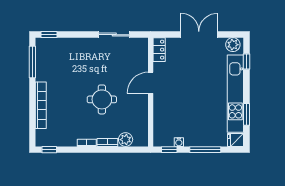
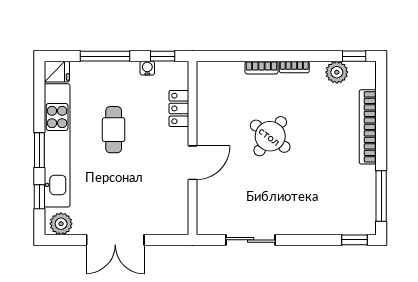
locker: (159, 50) -> (179, 108), moved
round table: (102, 99) -> (270, 136), turned 37
cafe table: (200, 104) -> (114, 130), added
window: (246, 114) -> (39, 150), moved
plant: (126, 140) -> (337, 72), moved

